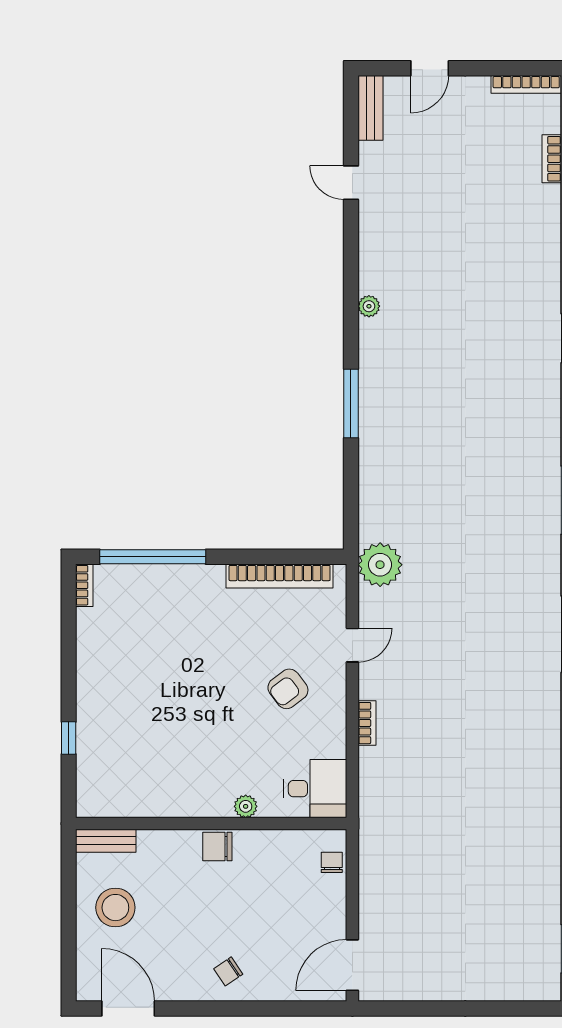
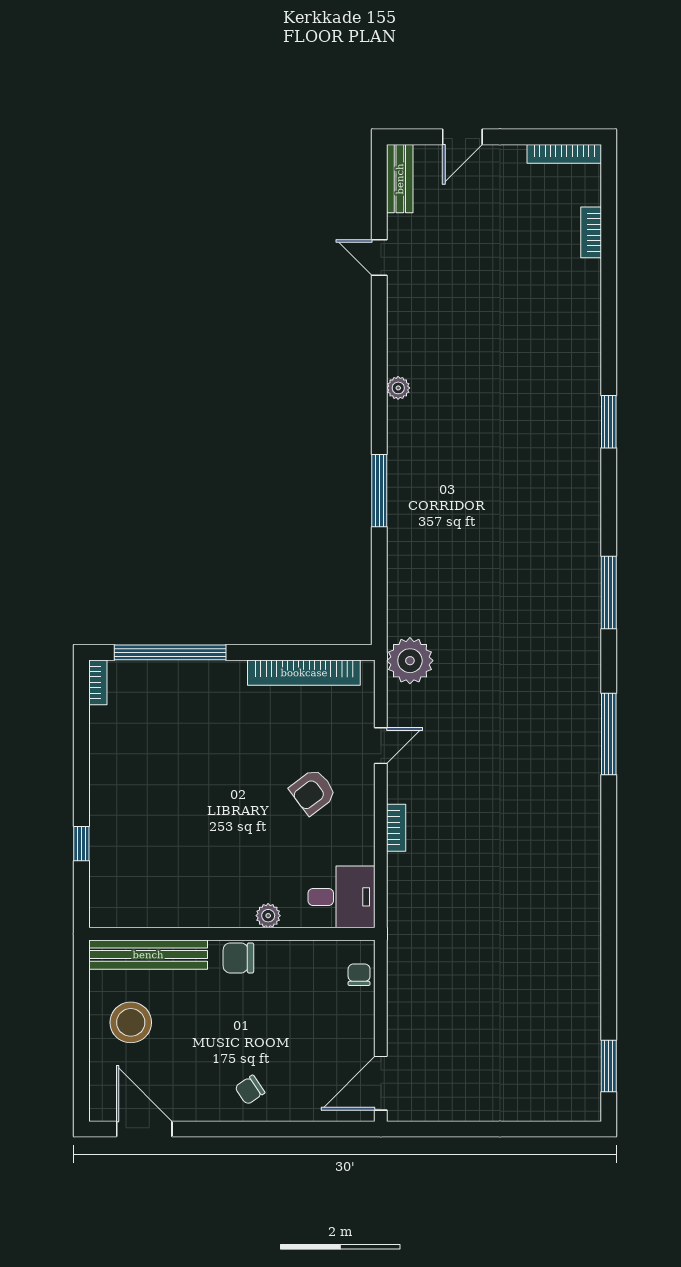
bench: (106, 841) -> (148, 955), width x1.86, depth x1.21

